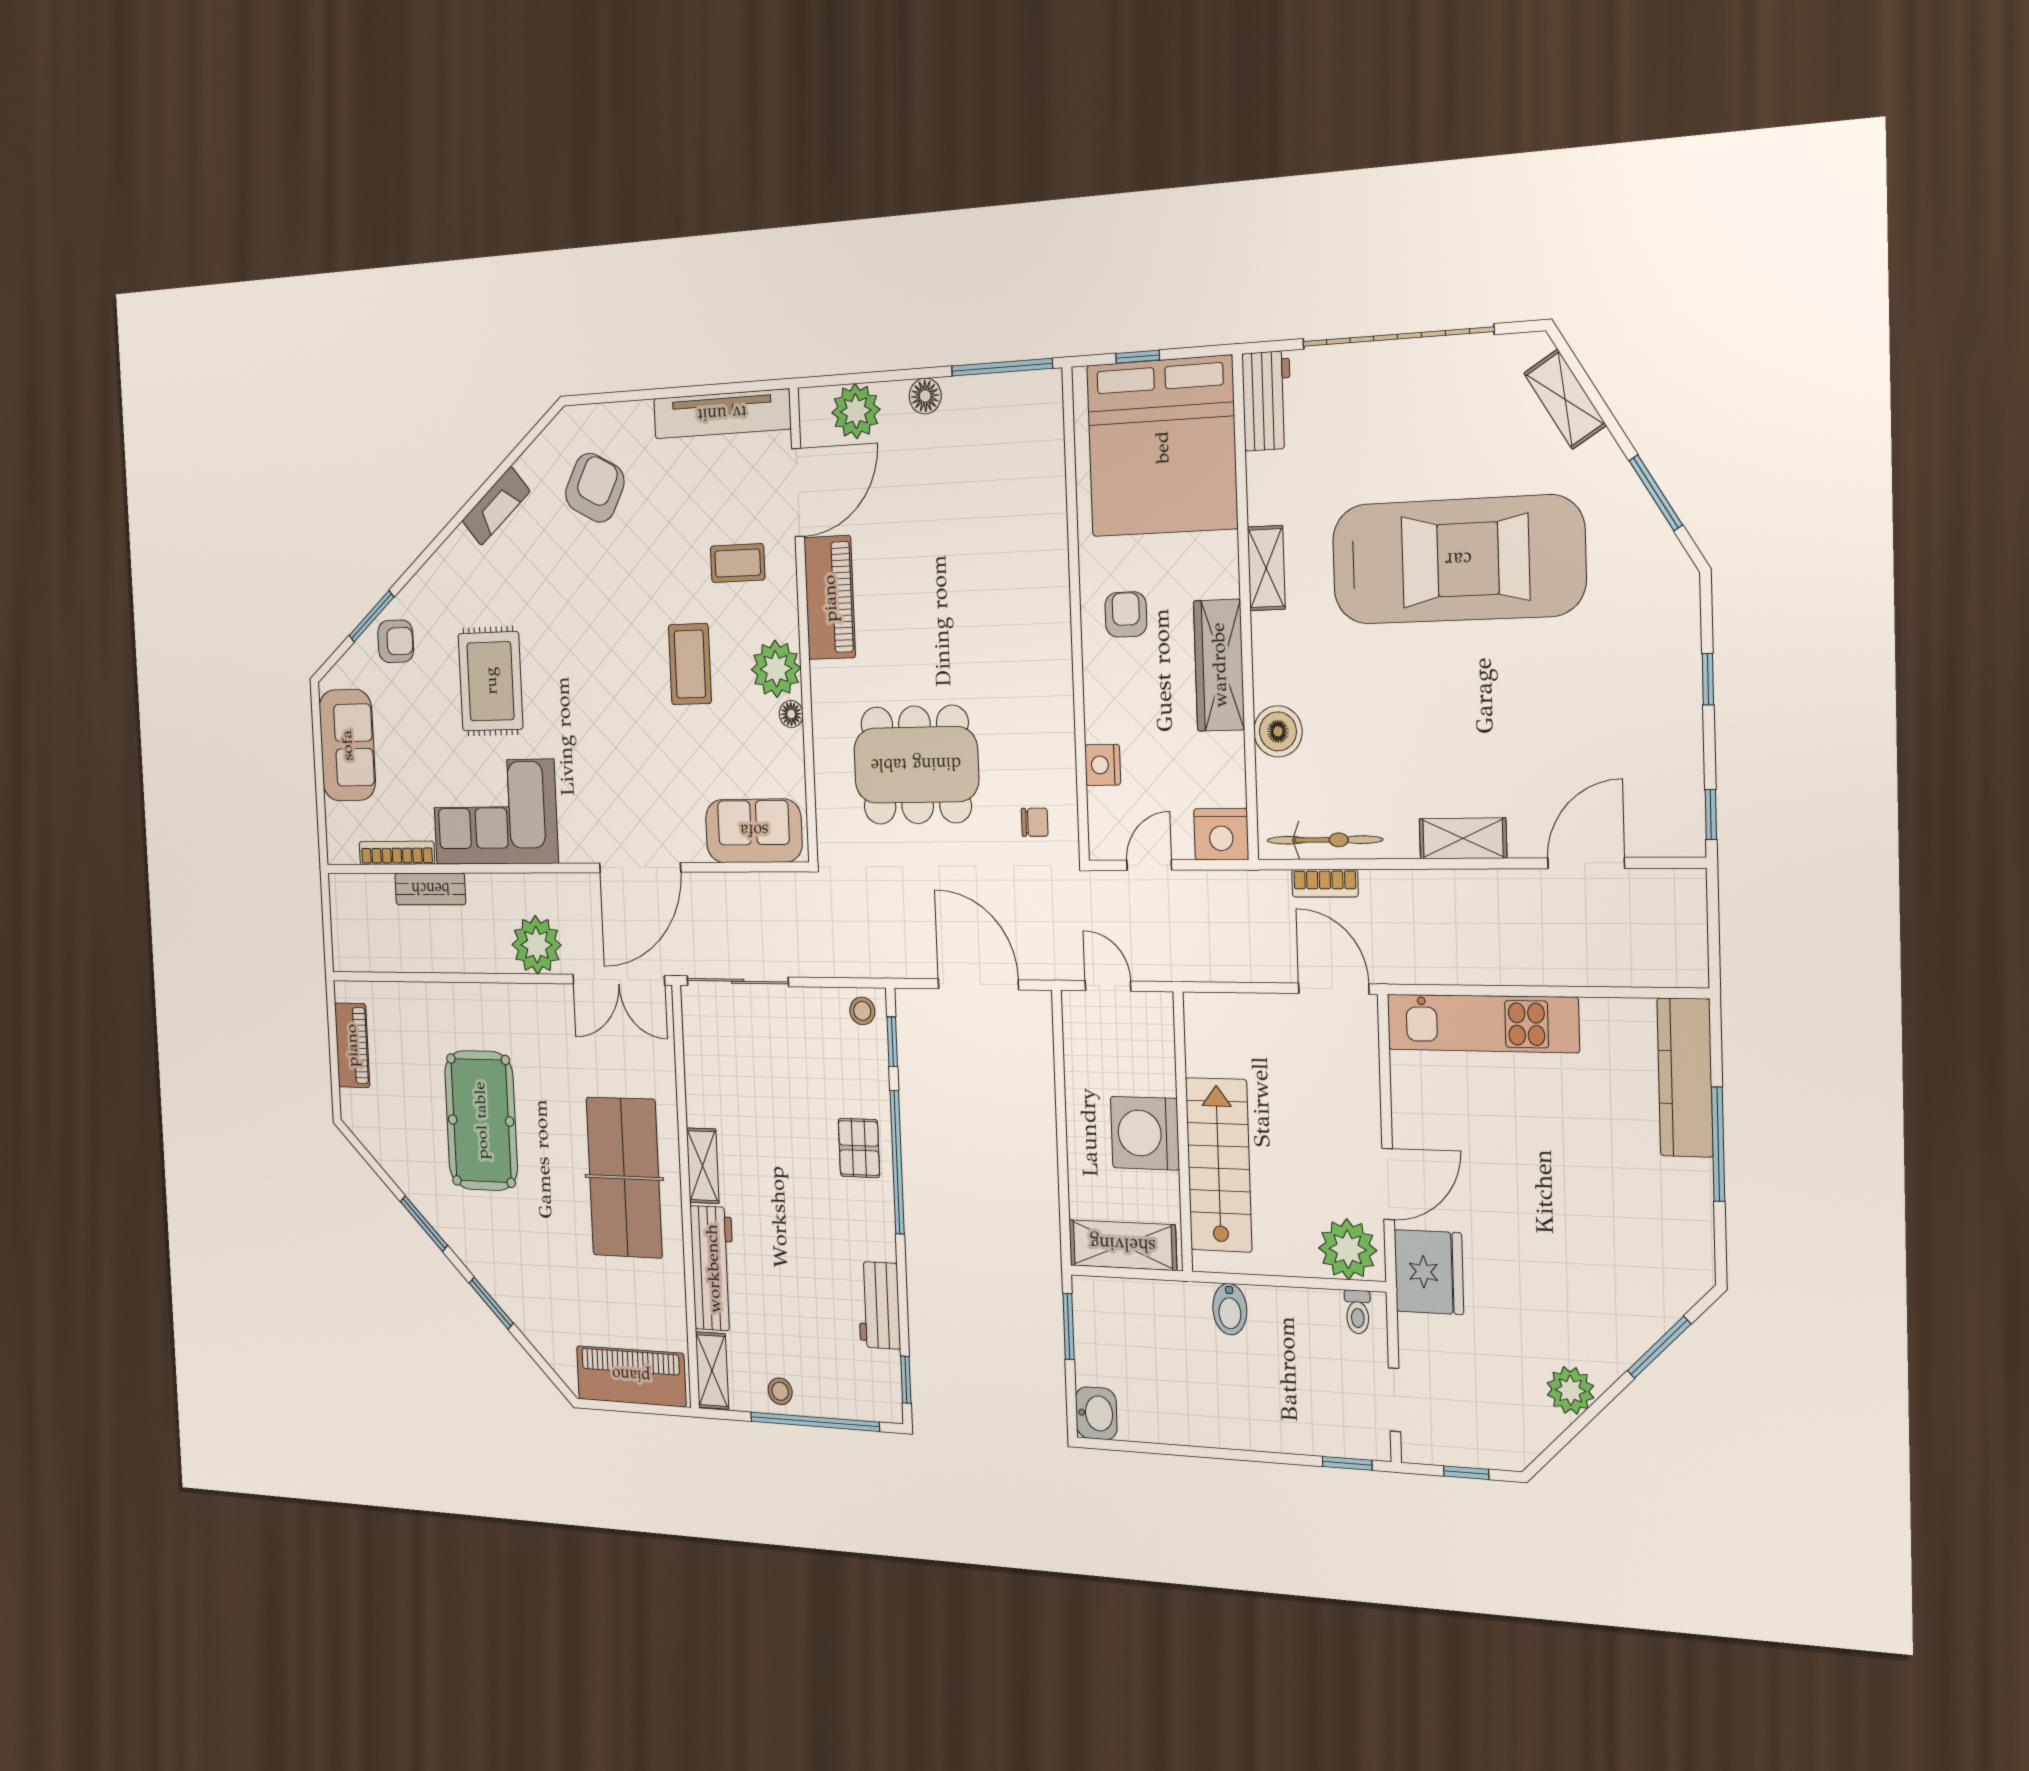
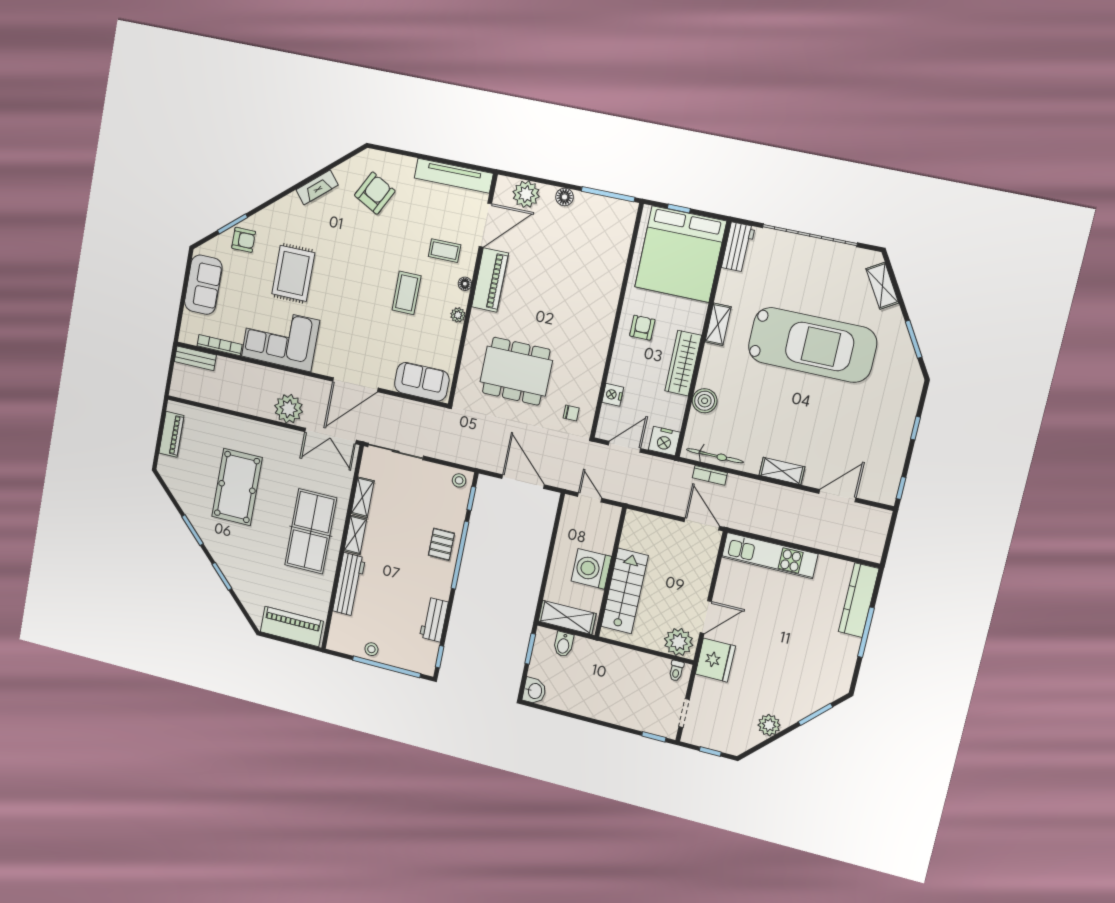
plant: (776, 669) -> (458, 315), width x0.53, depth x0.53
floor lamp: (791, 714) -> (465, 284), moved
door: (1149, 865) -> (625, 447), width x1.38
bench: (430, 889) -> (195, 358), moved
bidet: (1230, 1309) -> (563, 644), moved
shelving: (712, 1371) -> (363, 497), moved

